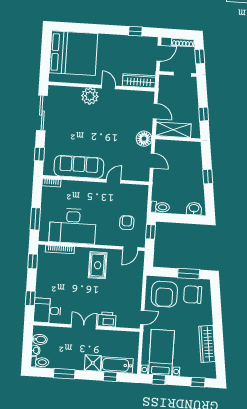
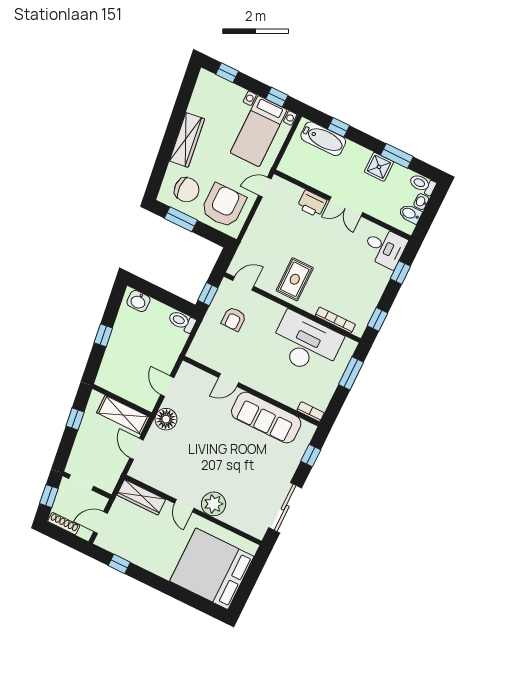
wardrobe: (207, 344) -> (187, 140), moved
shower: (93, 363) -> (379, 167), moved

